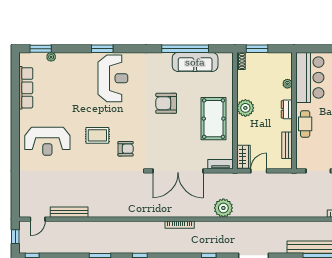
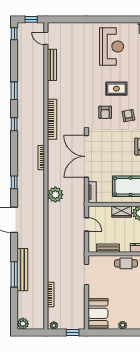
armchair: (130, 121) -> (128, 116), added
rug: (97, 135) -> (116, 89), turned 90
reception desk: (47, 141) -> (111, 46), turned 180
wardrobe: (243, 157) -> (122, 212), moved
bookcase: (134, 212) -> (52, 119), added

